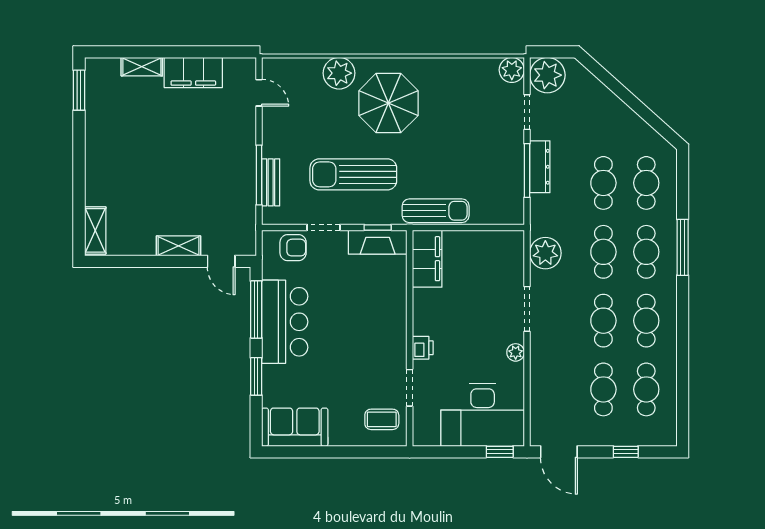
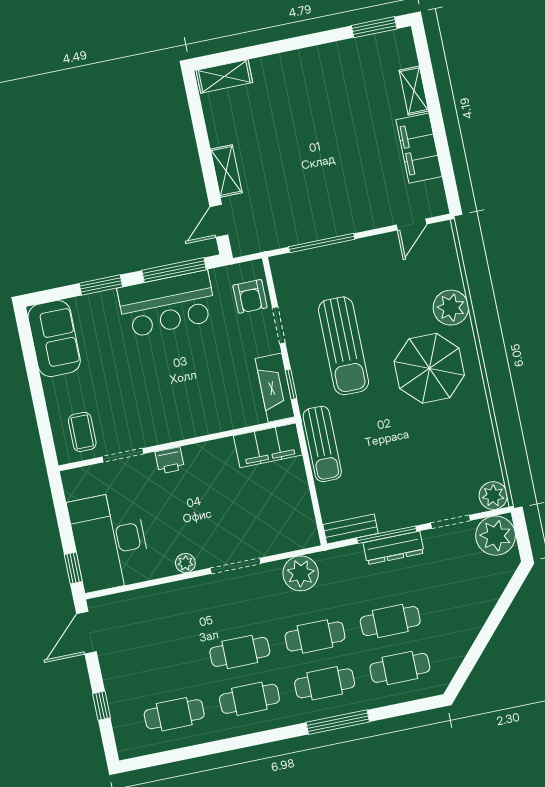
sun lounger: (353, 174) -> (344, 346), turned 180
bench: (271, 182) -> (350, 529), moved
cafe table: (603, 389) -> (165, 667), removed

